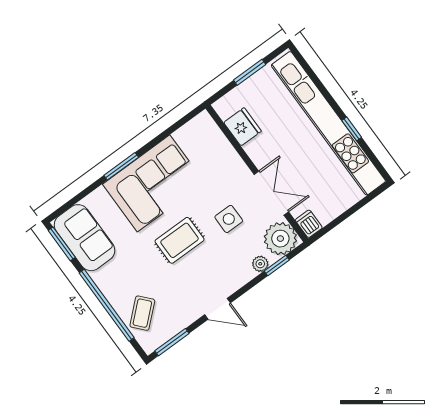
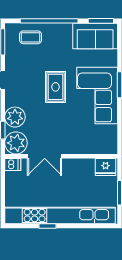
fridge: (243, 127) -> (106, 167), moved
side table: (229, 219) -> (47, 122), removed
plant: (260, 264) -> (15, 117), width x1.88, depth x1.88
coffee table: (142, 313) -> (30, 37), turned -48

